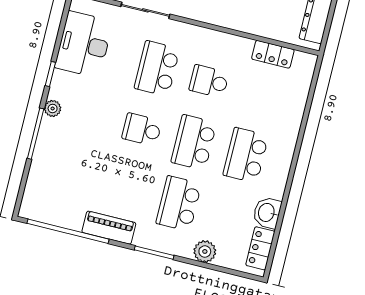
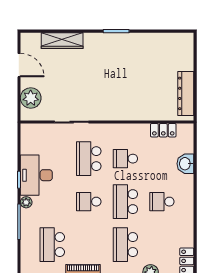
desk: (84, 44) -> (36, 175), moved
school desk: (246, 155) -> (162, 202), width x0.54
school desk: (75, 178) -> (52, 245), added
washbasin: (267, 213) -> (185, 164), moved

